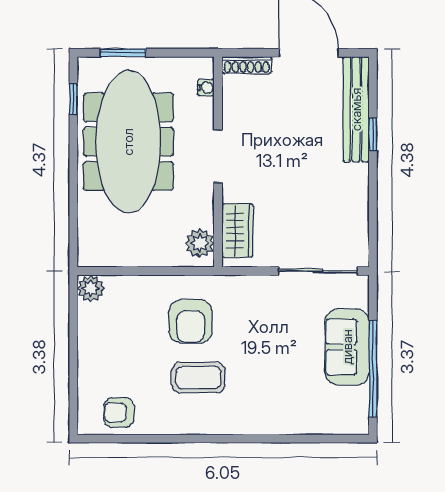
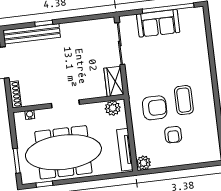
wardrobe: (237, 231) -> (114, 81), moved, turned -90
tv unit: (119, 257) -> (125, 150), added
armchair: (119, 413) -> (173, 135), moved

